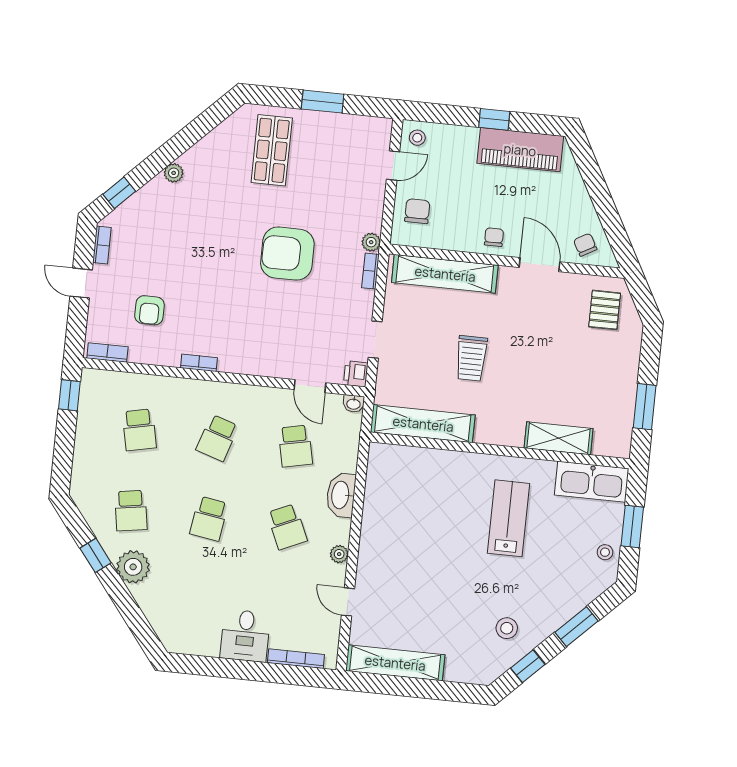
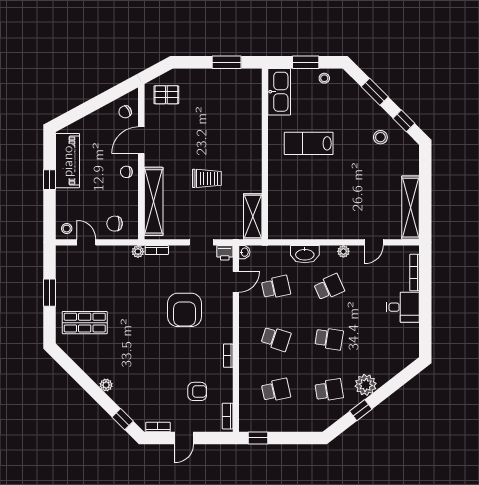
armchair: (287, 254) -> (184, 310), moved
shelving: (423, 424) -> (253, 216), width x0.68
shelving: (559, 438) -> (253, 116), removed

